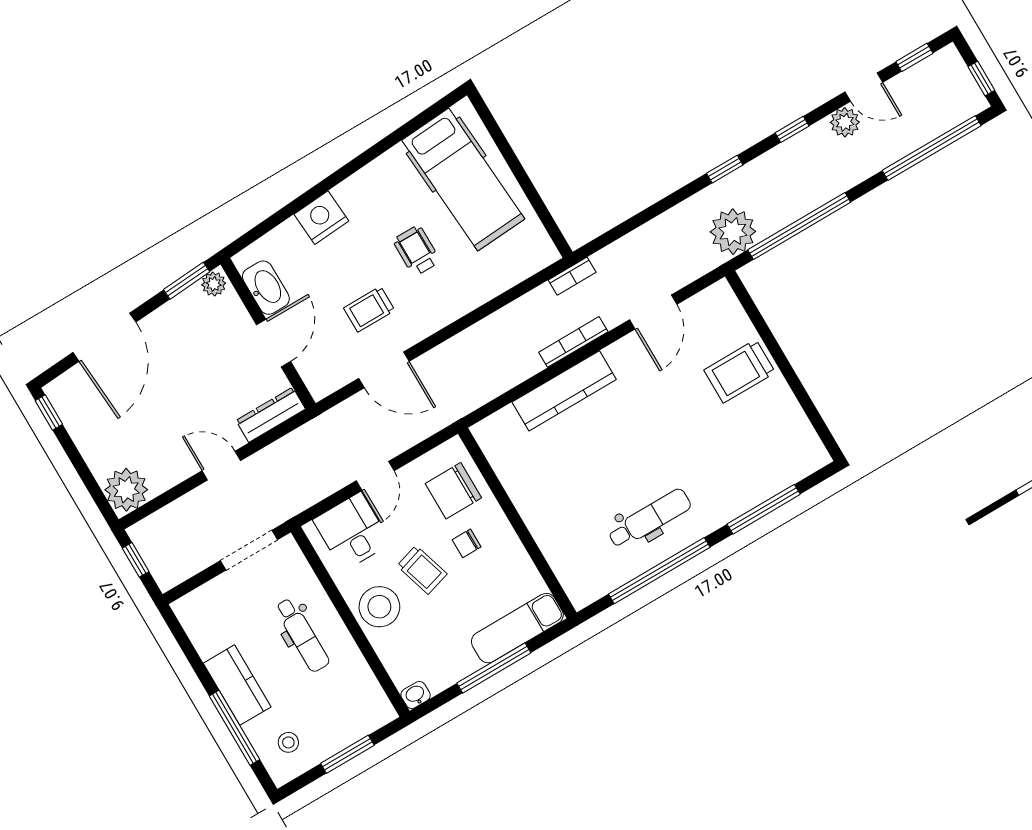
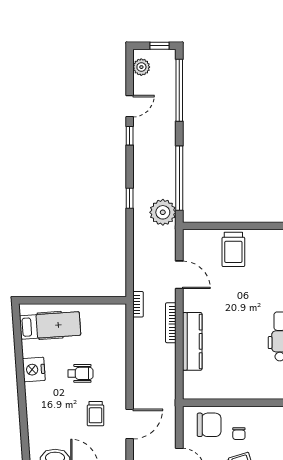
window: (914, 57) -> (130, 73), removed
plant: (845, 122) -> (141, 67), moved
window: (792, 129) -> (130, 136), moved
hospital bed: (463, 180) -> (50, 325), width x0.73, depth x0.78
nightstand: (321, 218) -> (34, 369), moved
wheelchair: (416, 251) -> (80, 373), turned 180
chair: (453, 491) -> (209, 425), turned -90

